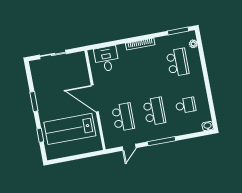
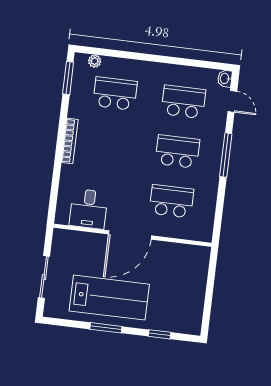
desk: (107, 59) -> (89, 209), moved, turned -90
school desk: (186, 105) -> (183, 102), width x1.85
lab bench: (70, 129) -> (109, 298), moved, turned -90
door: (129, 147) -> (232, 101), moved

